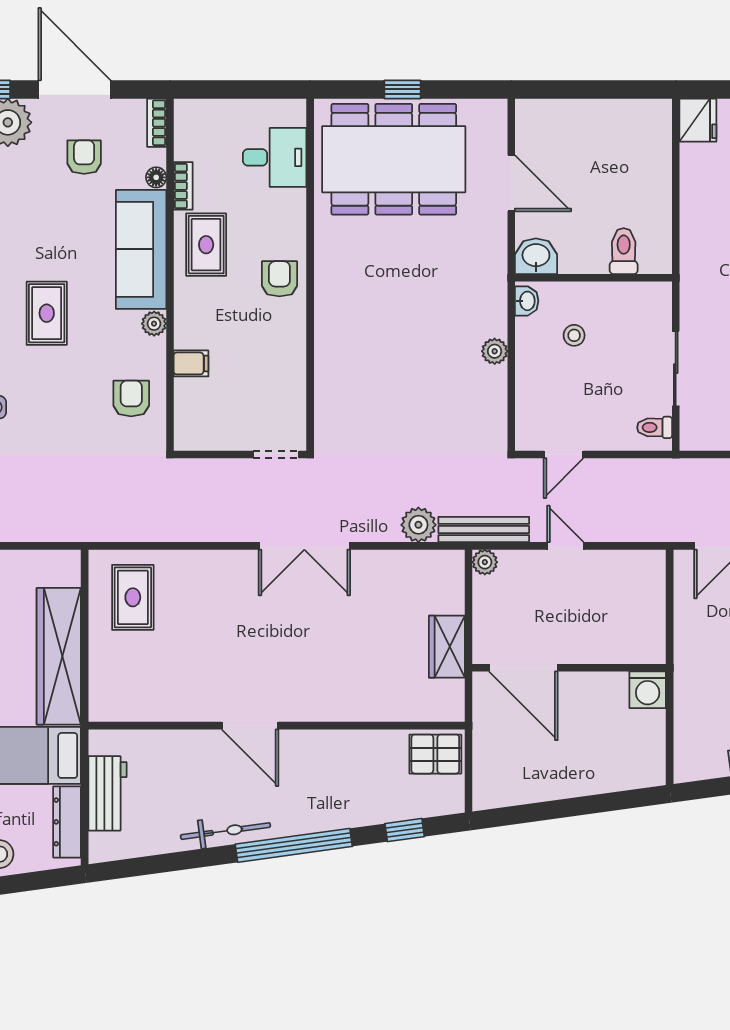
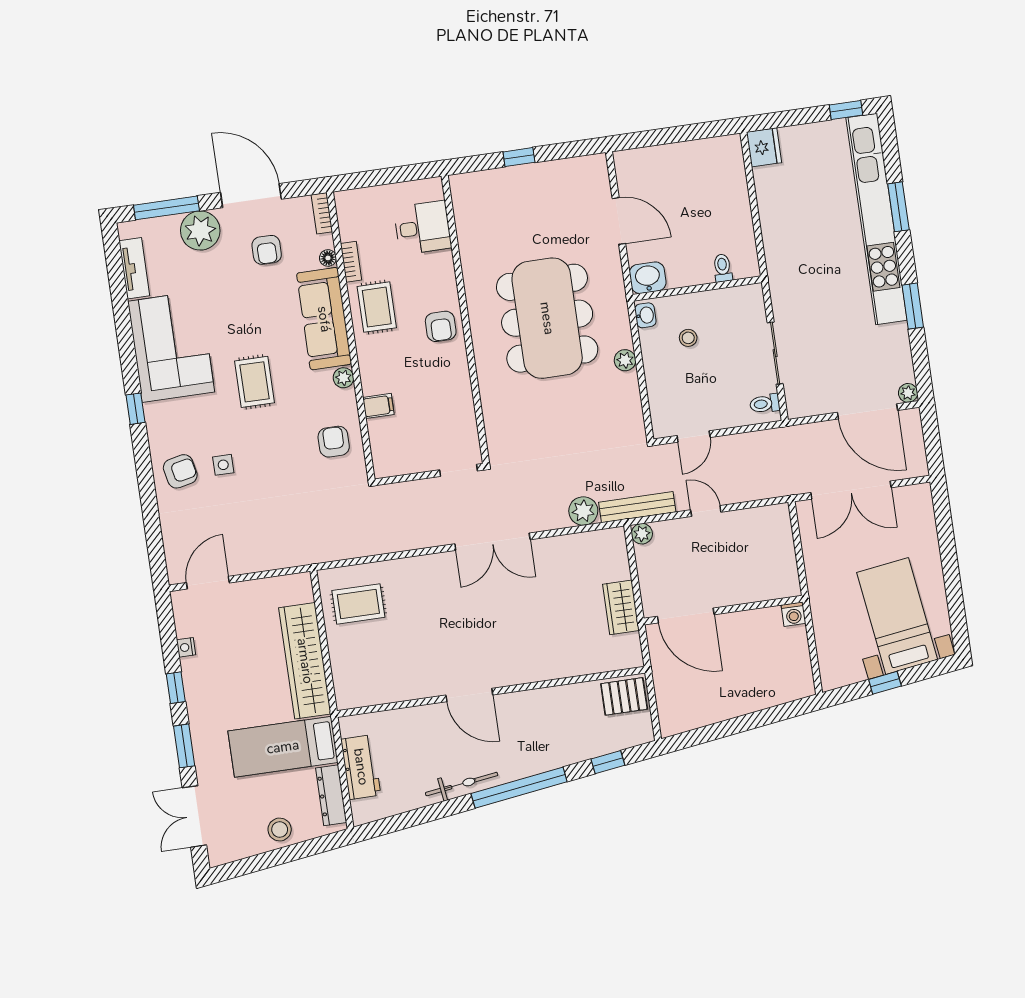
armchair: (84, 157) -> (267, 250), turned 180
dining table: (394, 159) -> (547, 318), moved, turned 90
toilet: (624, 251) -> (723, 268), width x0.73, depth x0.72
armchair: (279, 279) -> (441, 326), turned 180
rug: (133, 597) -> (358, 604), turned 90
washing machine: (648, 690) -> (794, 614), width x0.73, depth x0.73

